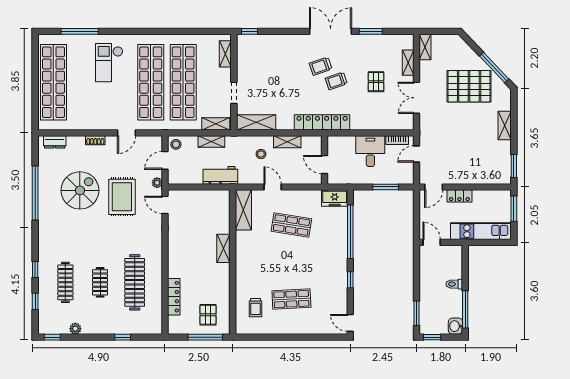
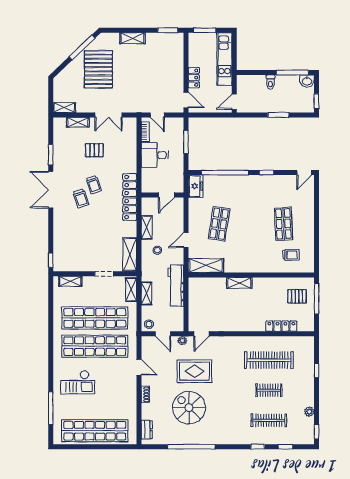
workbench: (220, 175) -> (176, 286), width x1.38
window: (417, 313) -> (278, 115), moved

